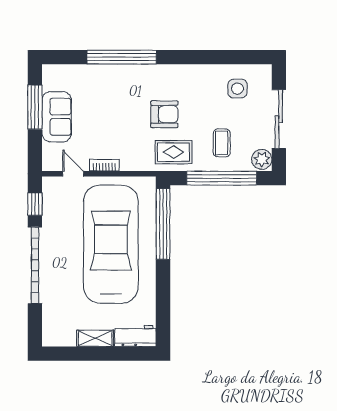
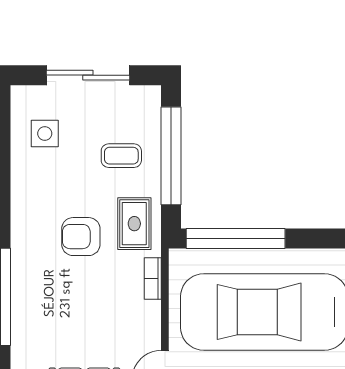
armchair: (164, 114) -> (81, 237), turned -90
plant: (262, 159) -> (145, 99), removed
bookcase: (104, 165) -> (153, 278), moved

